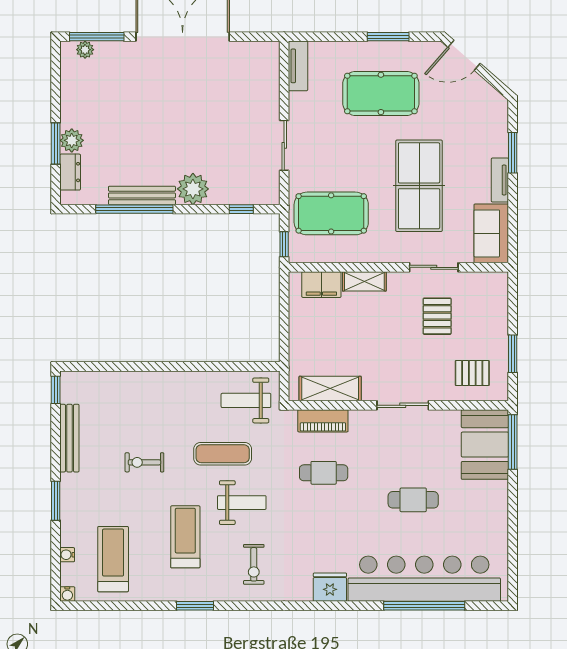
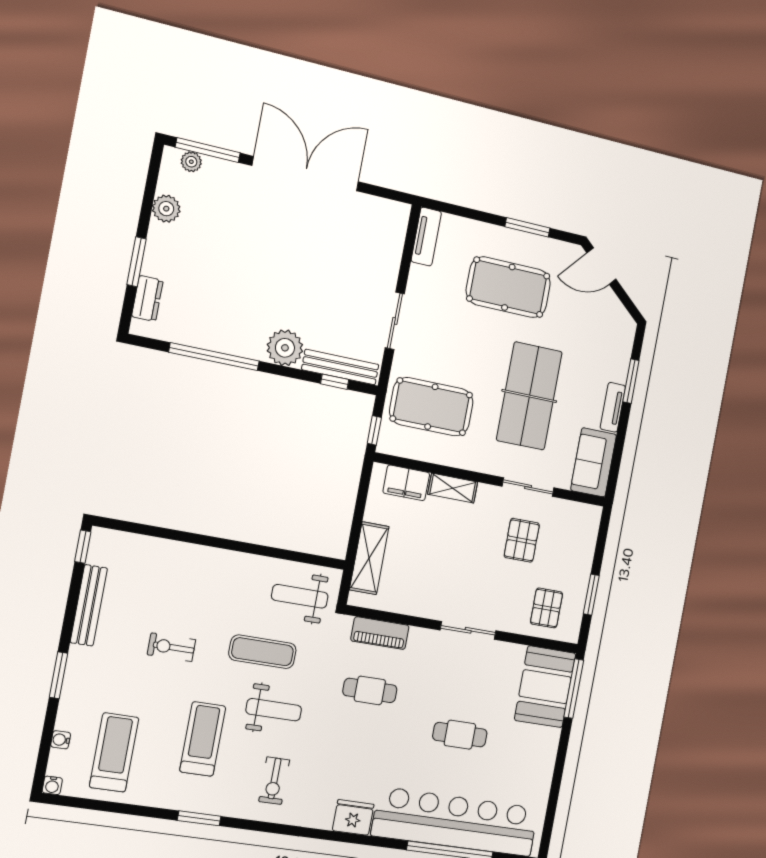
plant: (72, 140) -> (166, 209), moved
bench: (142, 195) -> (340, 367), moved
pallet: (472, 373) -> (546, 608), turned 90
shelving: (330, 389) -> (369, 558), moved, turned 90

